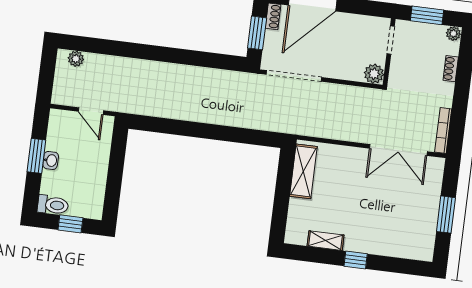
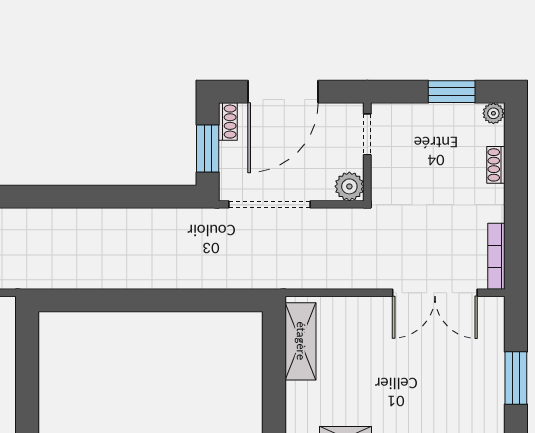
doorway: (391, 40) -> (367, 134), moved
wall: (389, 52) -> (367, 152), moved
plant: (374, 74) -> (349, 186), moved

